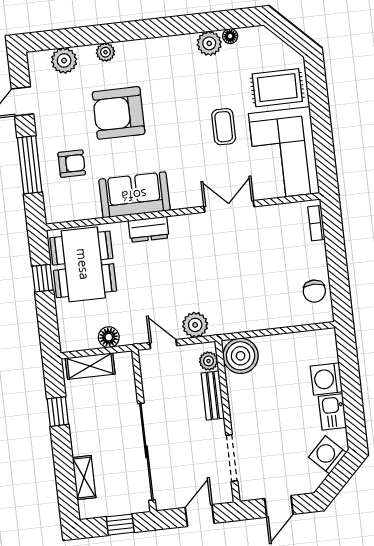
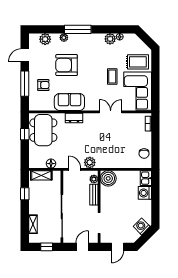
window: (134, 30) -> (78, 29), added
kitchen sink: (332, 412) -> (146, 178), moved

